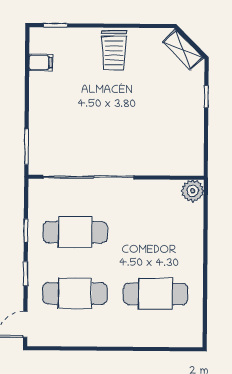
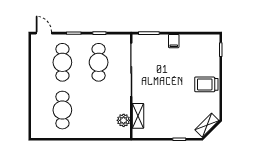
filing cabinet: (41, 63) -> (174, 41), moved
shelving: (166, 166) -> (138, 116), added
plant: (193, 191) -> (124, 120), moved

